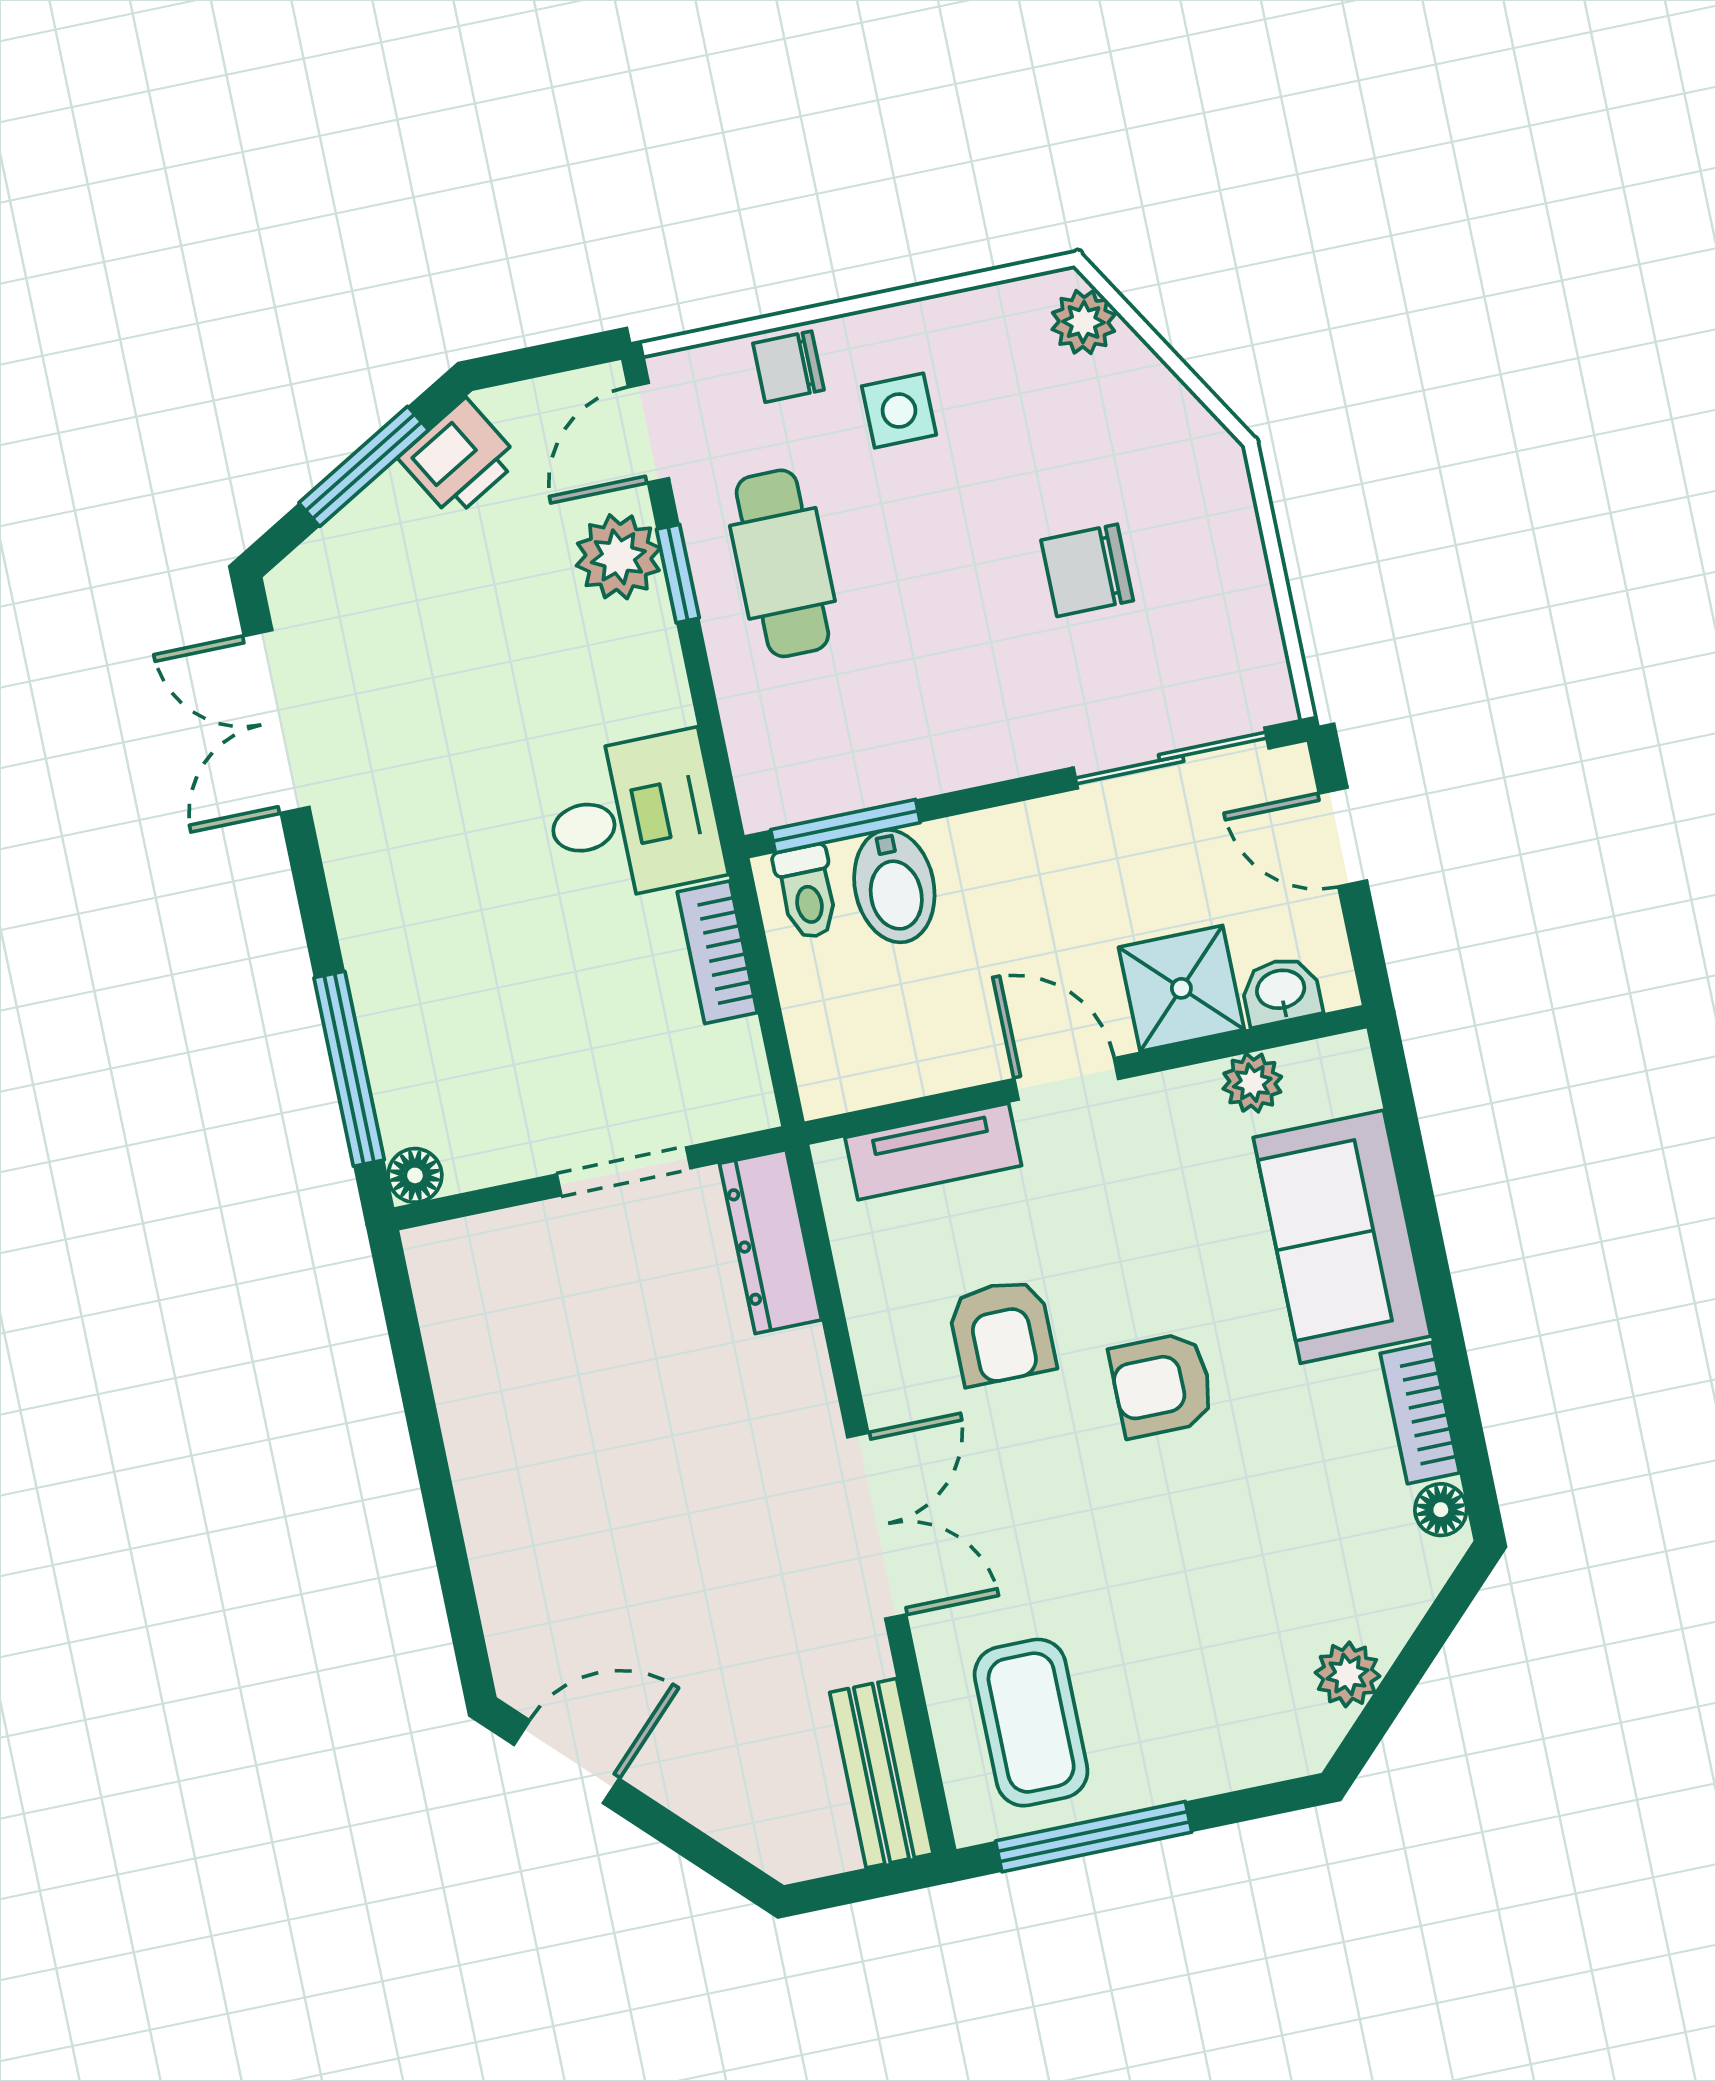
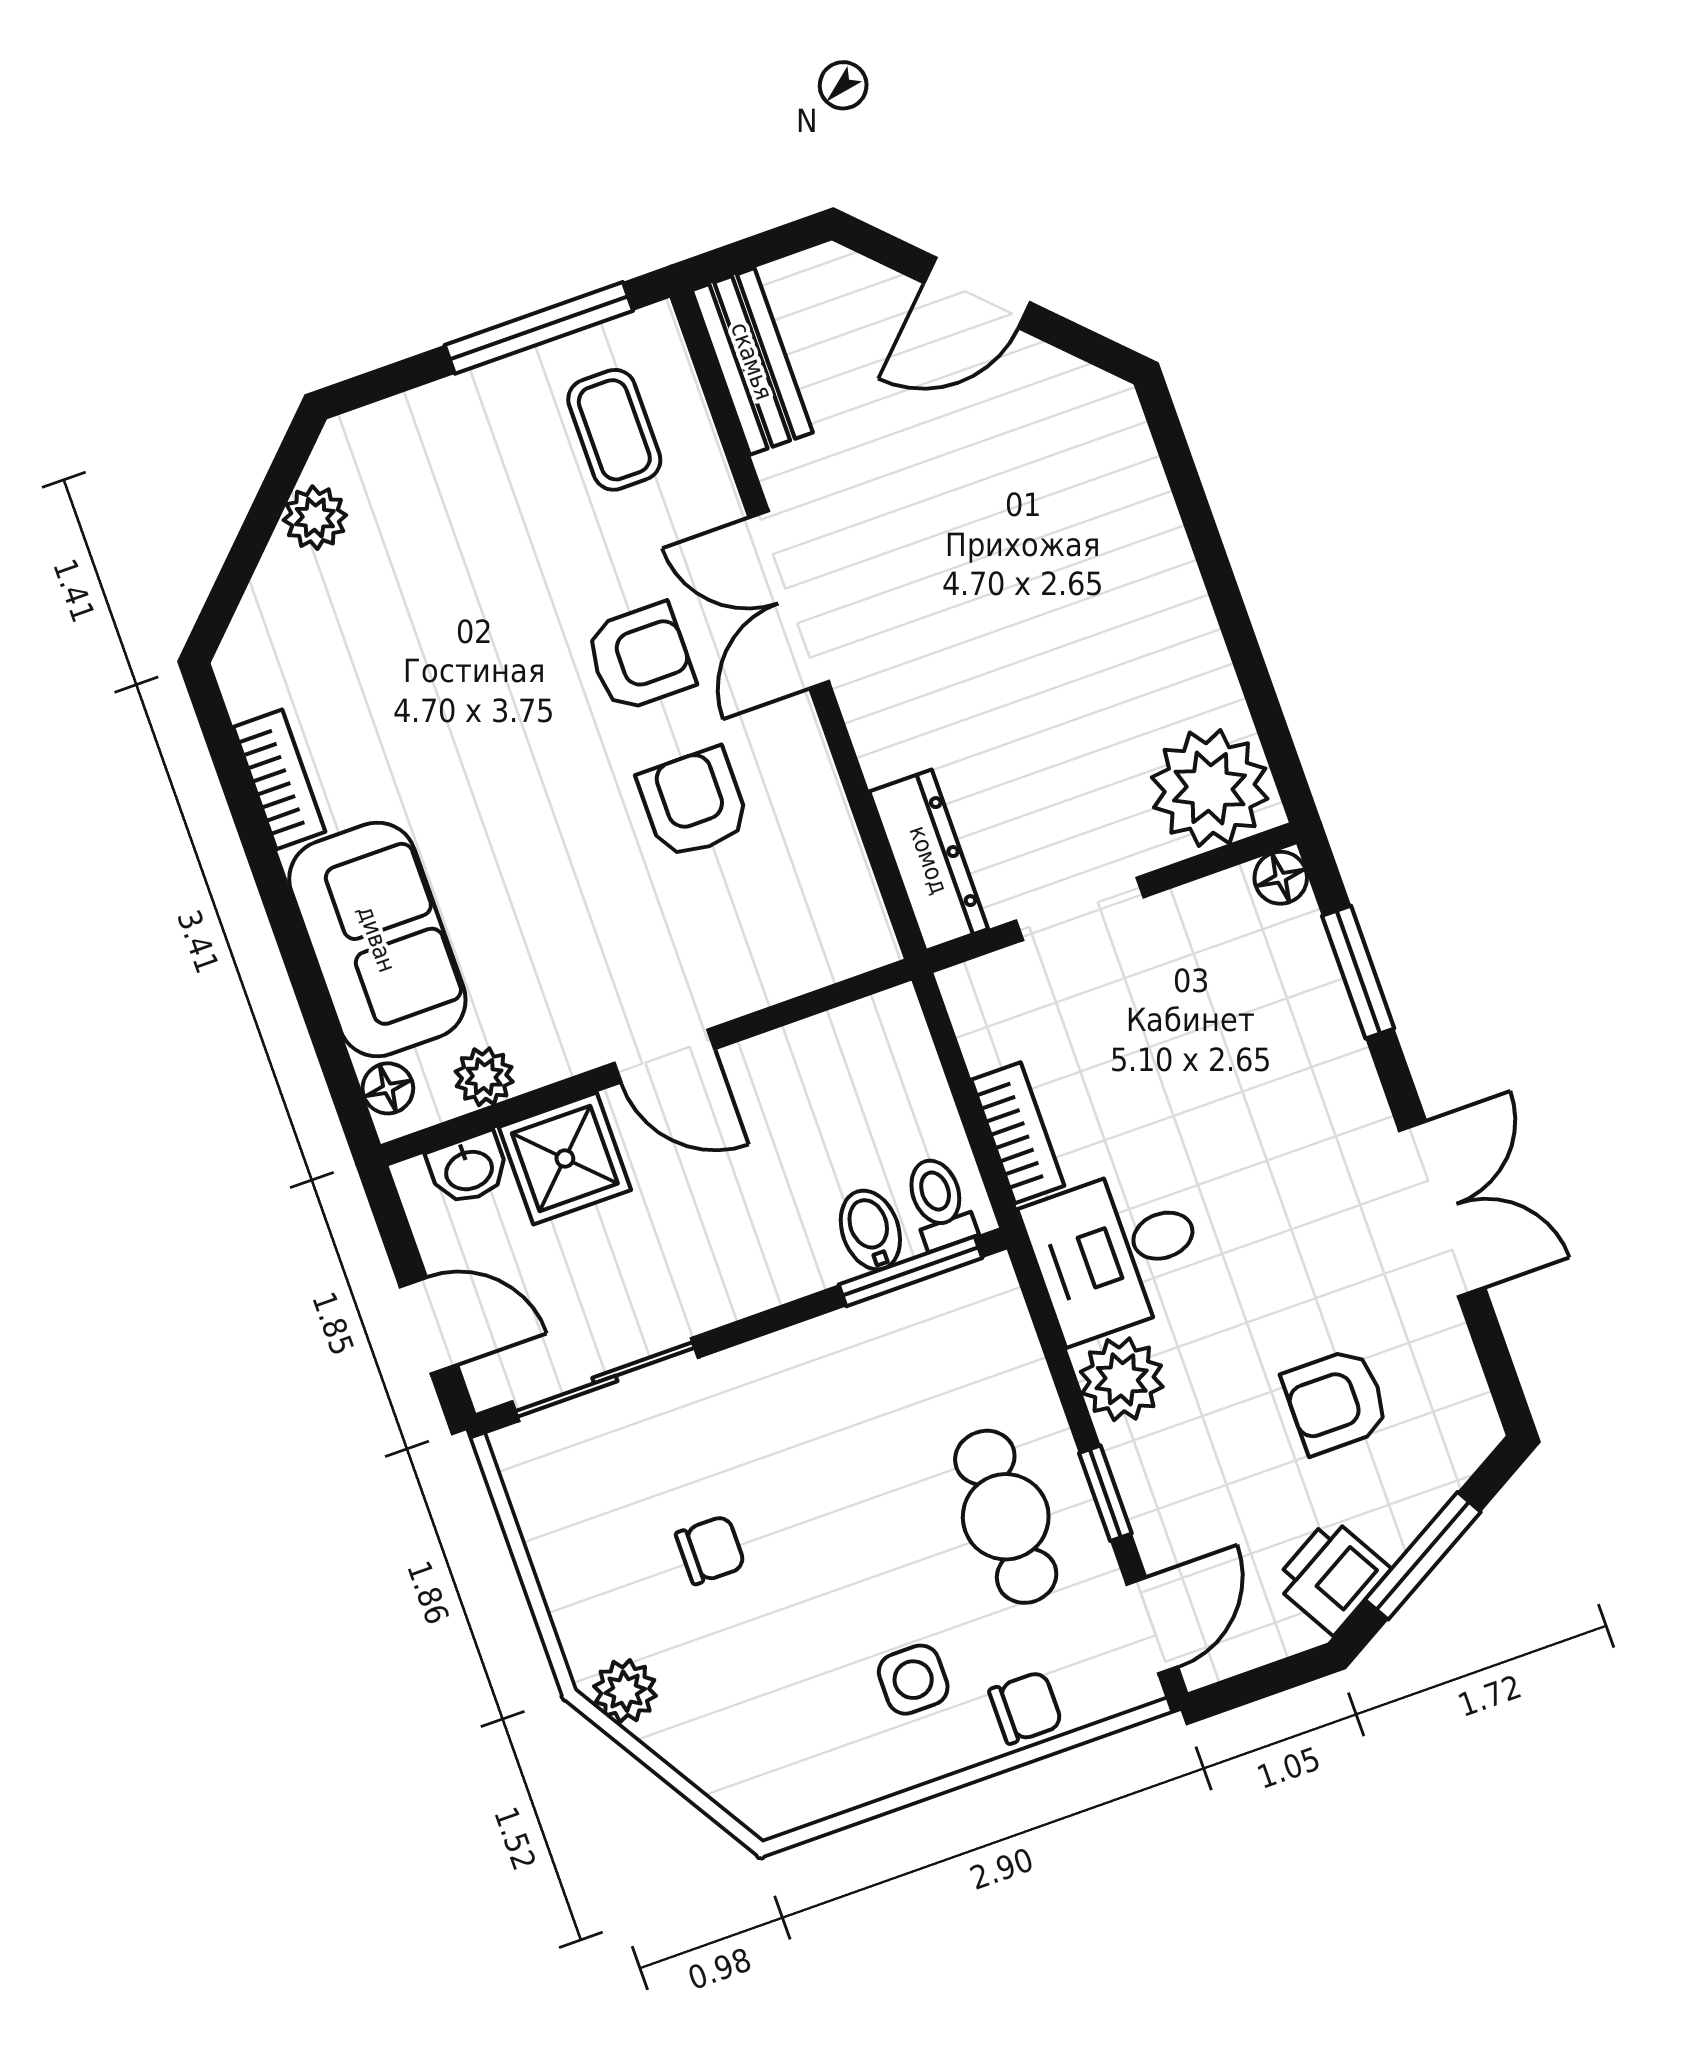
plant: (1084, 322) -> (625, 1691), moved
plant: (618, 557) -> (1122, 1379), moved
chair: (1087, 570) -> (710, 1550), width x0.73, depth x0.73
armchair: (431, 636) -> (1336, 1401), added
double door: (277, 722) -> (1442, 1209), moved
bidet: (894, 886) -> (870, 1230), width x0.72, depth x0.74
window: (349, 1069) -> (1358, 972), width x0.69
tv unit: (933, 1151) -> (783, 969), removed
plant: (475, 1276) -> (1210, 788), added
armchair: (1162, 1385) -> (640, 657), moved
floor lamp: (1441, 1510) -> (388, 1088), moved
coffee table: (1031, 1723) -> (614, 430), width x0.73, depth x0.77
door: (566, 1762) -> (977, 293), moved

